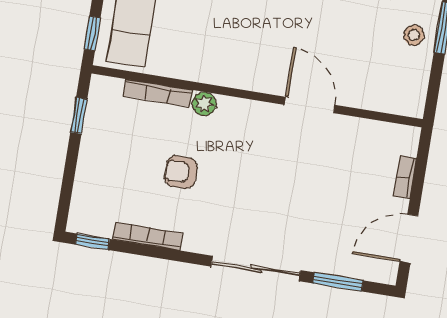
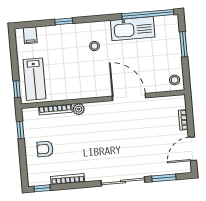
stool: (414, 35) -> (175, 80), moved
door: (310, 105) -> (129, 97), width x1.36
armchair: (181, 172) -> (45, 149), moved

